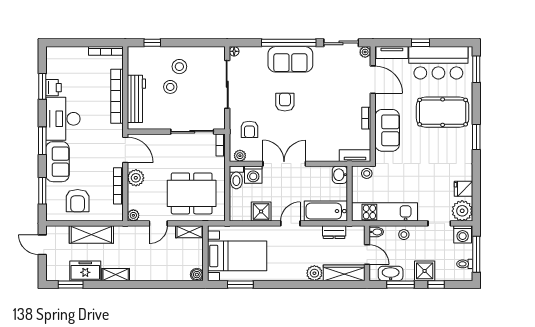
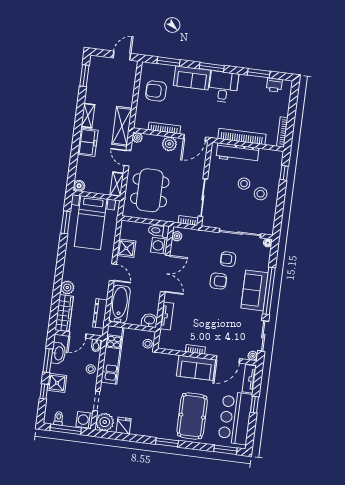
printer: (53, 88) -> (274, 85), moved
desk: (63, 119) -> (223, 87), width x0.73
armchair: (249, 129) -> (228, 259), moved
sofa: (387, 130) -> (196, 368), moved
tv unit: (355, 156) -> (167, 316), moved
dresser: (334, 232) -> (100, 313), width x1.44
shelving: (91, 234) -> (122, 126), moved
freezer: (85, 271) -> (88, 142), moved

